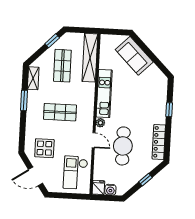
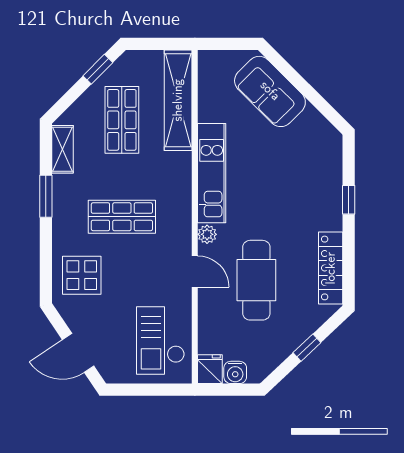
display table: (44, 148) -> (82, 275), moved

